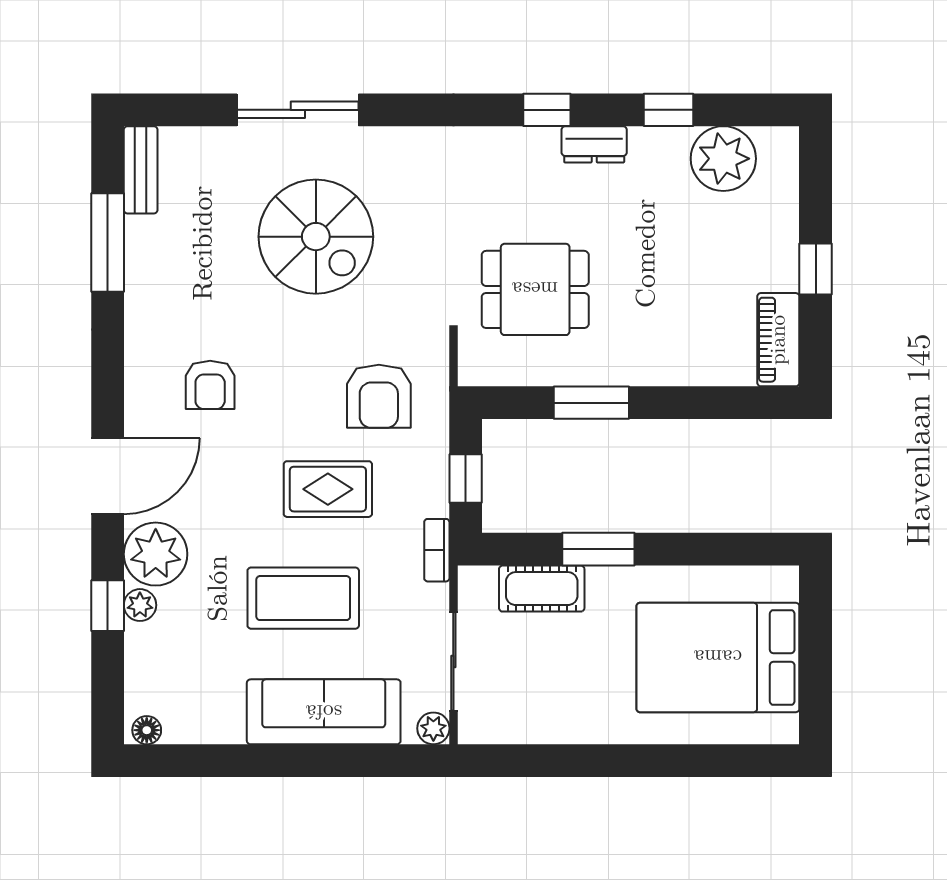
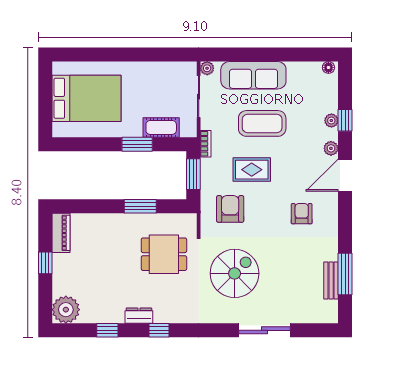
plant: (723, 159) -> (66, 310), moved
bench: (141, 170) -> (331, 281), moved
spiral stairs: (316, 237) -> (235, 273), moved, turned 90
window: (466, 479) -> (193, 174), width x1.50
plant: (156, 554) -> (331, 148), width x0.53, depth x0.53

